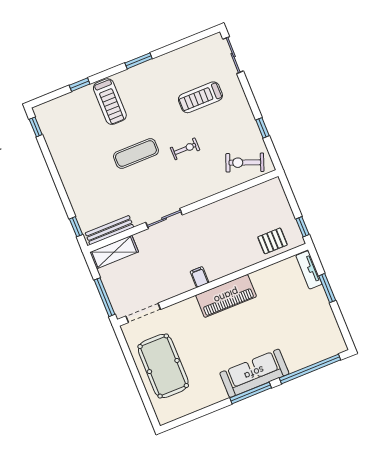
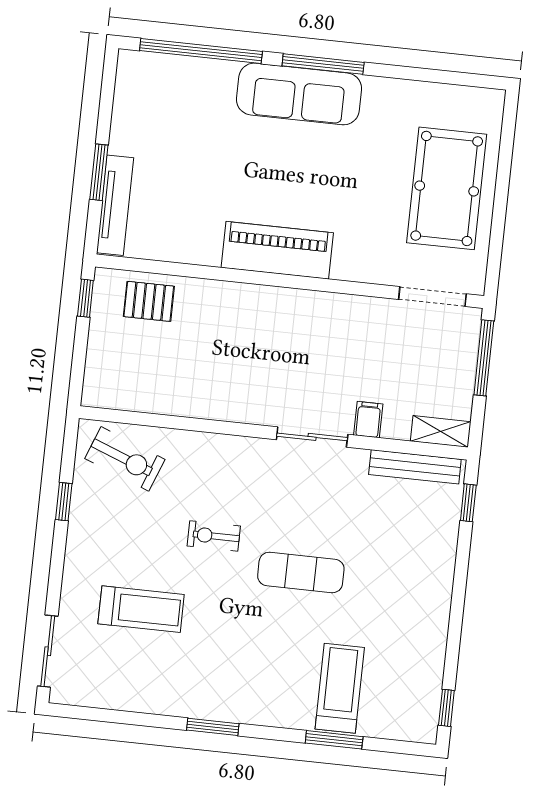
window: (80, 85) -> (334, 740), width x1.50
treadmill: (110, 102) -> (340, 688), moved
shelving: (114, 252) -> (441, 431), width x0.67, depth x0.75
tv unit: (309, 270) -> (115, 205), width x1.41
filing cabinet: (199, 277) -> (368, 420), moved, turned 180

